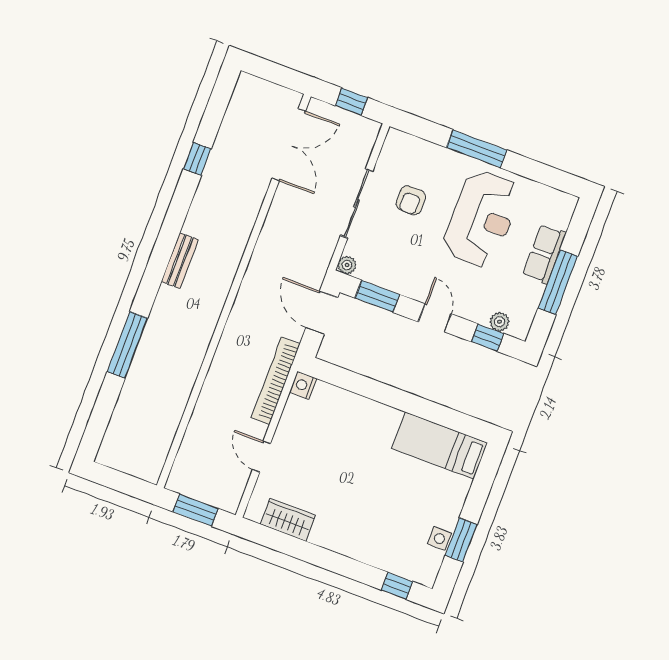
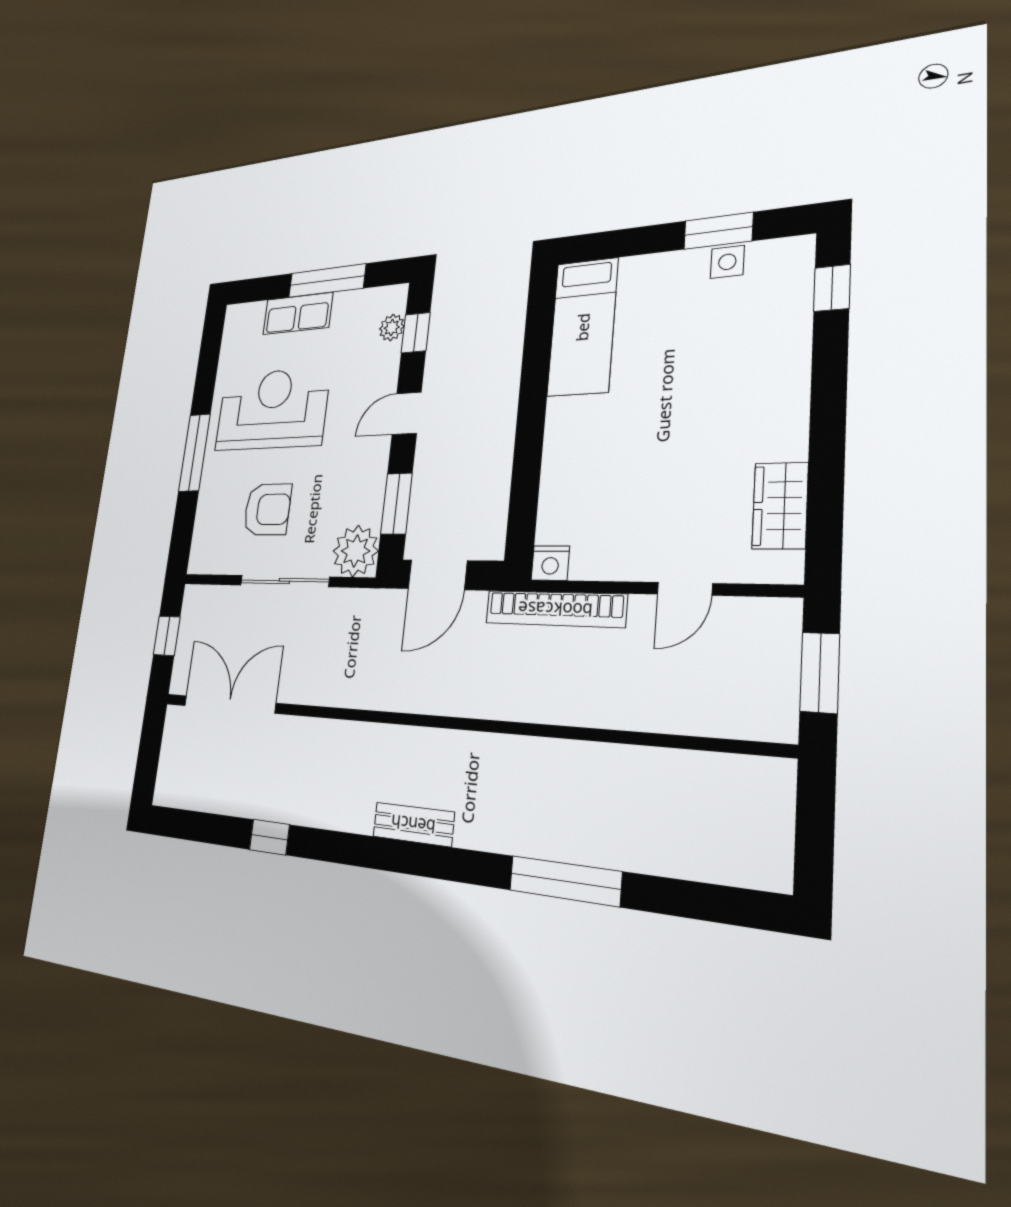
armchair: (411, 200) -> (267, 509), width x1.38, depth x1.38
plant: (347, 265) -> (356, 551), width x1.87, depth x1.87

